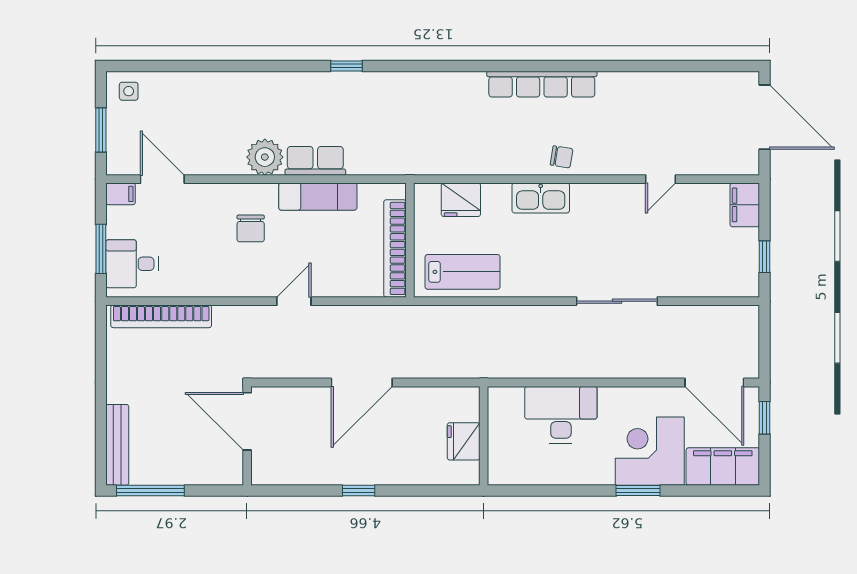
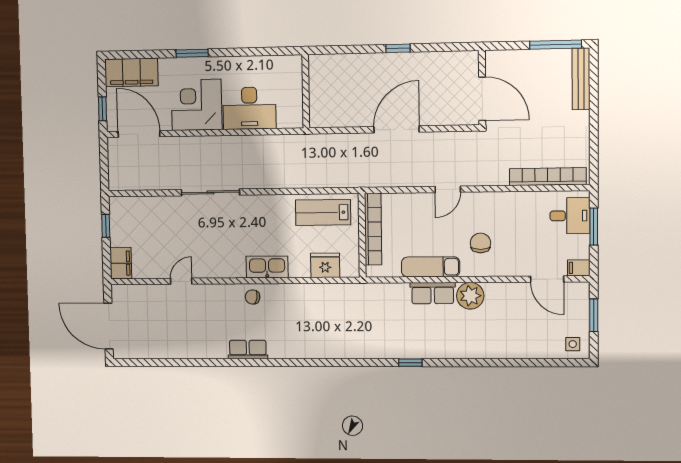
row of seats: (542, 84) -> (248, 350), width x0.50
fridge: (464, 441) -> (320, 87), removed
corner desk: (650, 451) -> (197, 105), moved, turned 180

